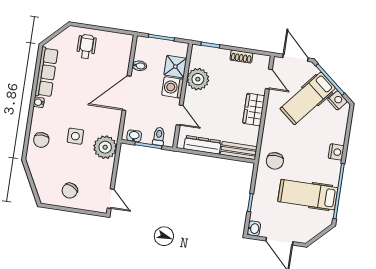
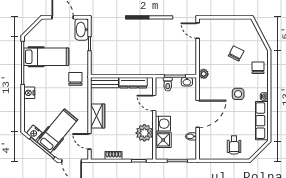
side table: (75, 136) -> (238, 94), moved
plant: (105, 147) -> (204, 74), width x0.53, depth x0.53
chair: (70, 191) -> (236, 53), moved
washbasin: (254, 228) -> (82, 29), width x1.91, depth x1.45

